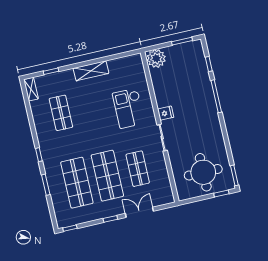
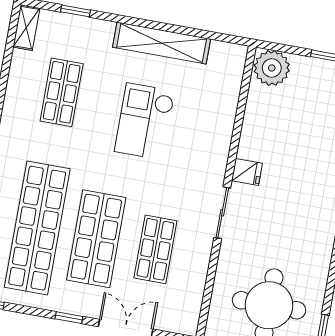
shelving: (91, 71) -> (162, 43), width x1.47
checkout: (129, 108) -> (145, 121), moved
shop shelf: (77, 183) -> (37, 228), width x1.40

